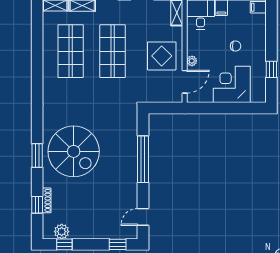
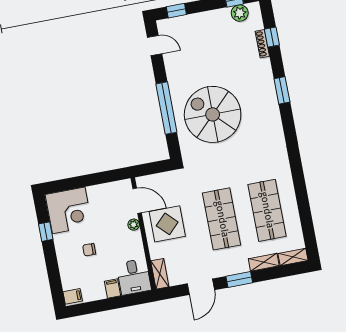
door: (185, 82) -> (137, 201), swing flipped
corner desk: (232, 84) -> (69, 210), moved
spiral stairs: (74, 151) -> (213, 114), moved
door: (143, 217) -> (155, 46), hinge flipped

